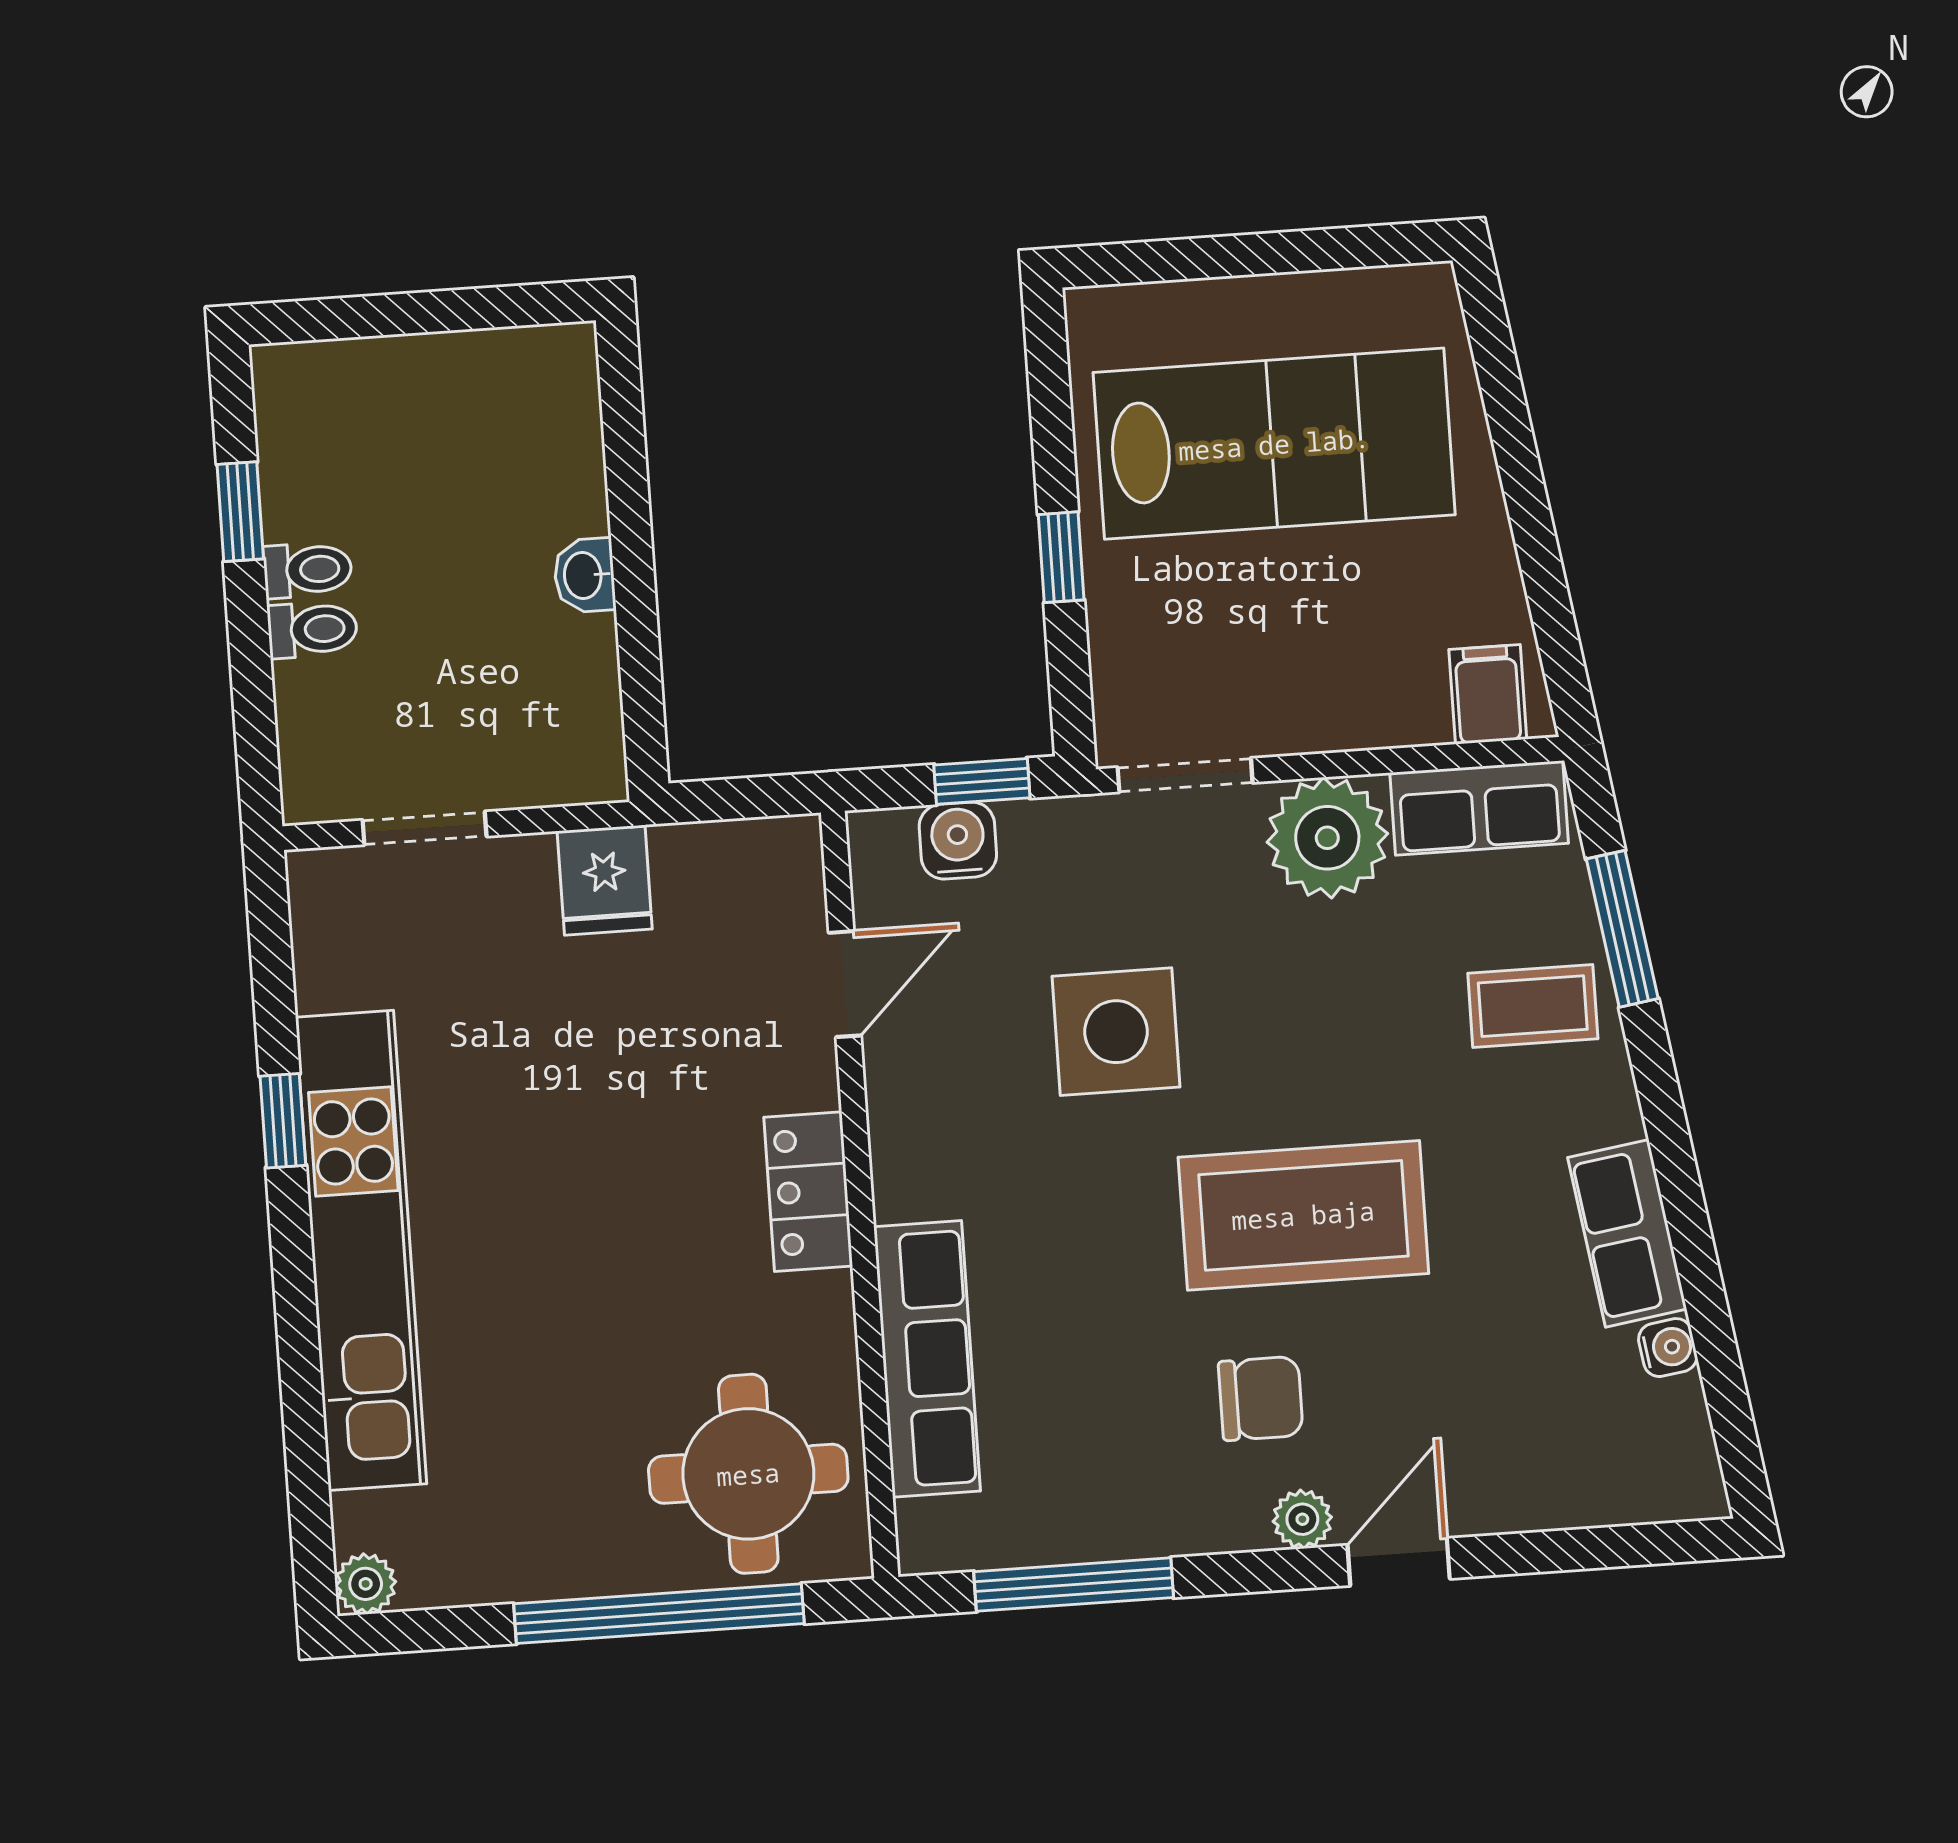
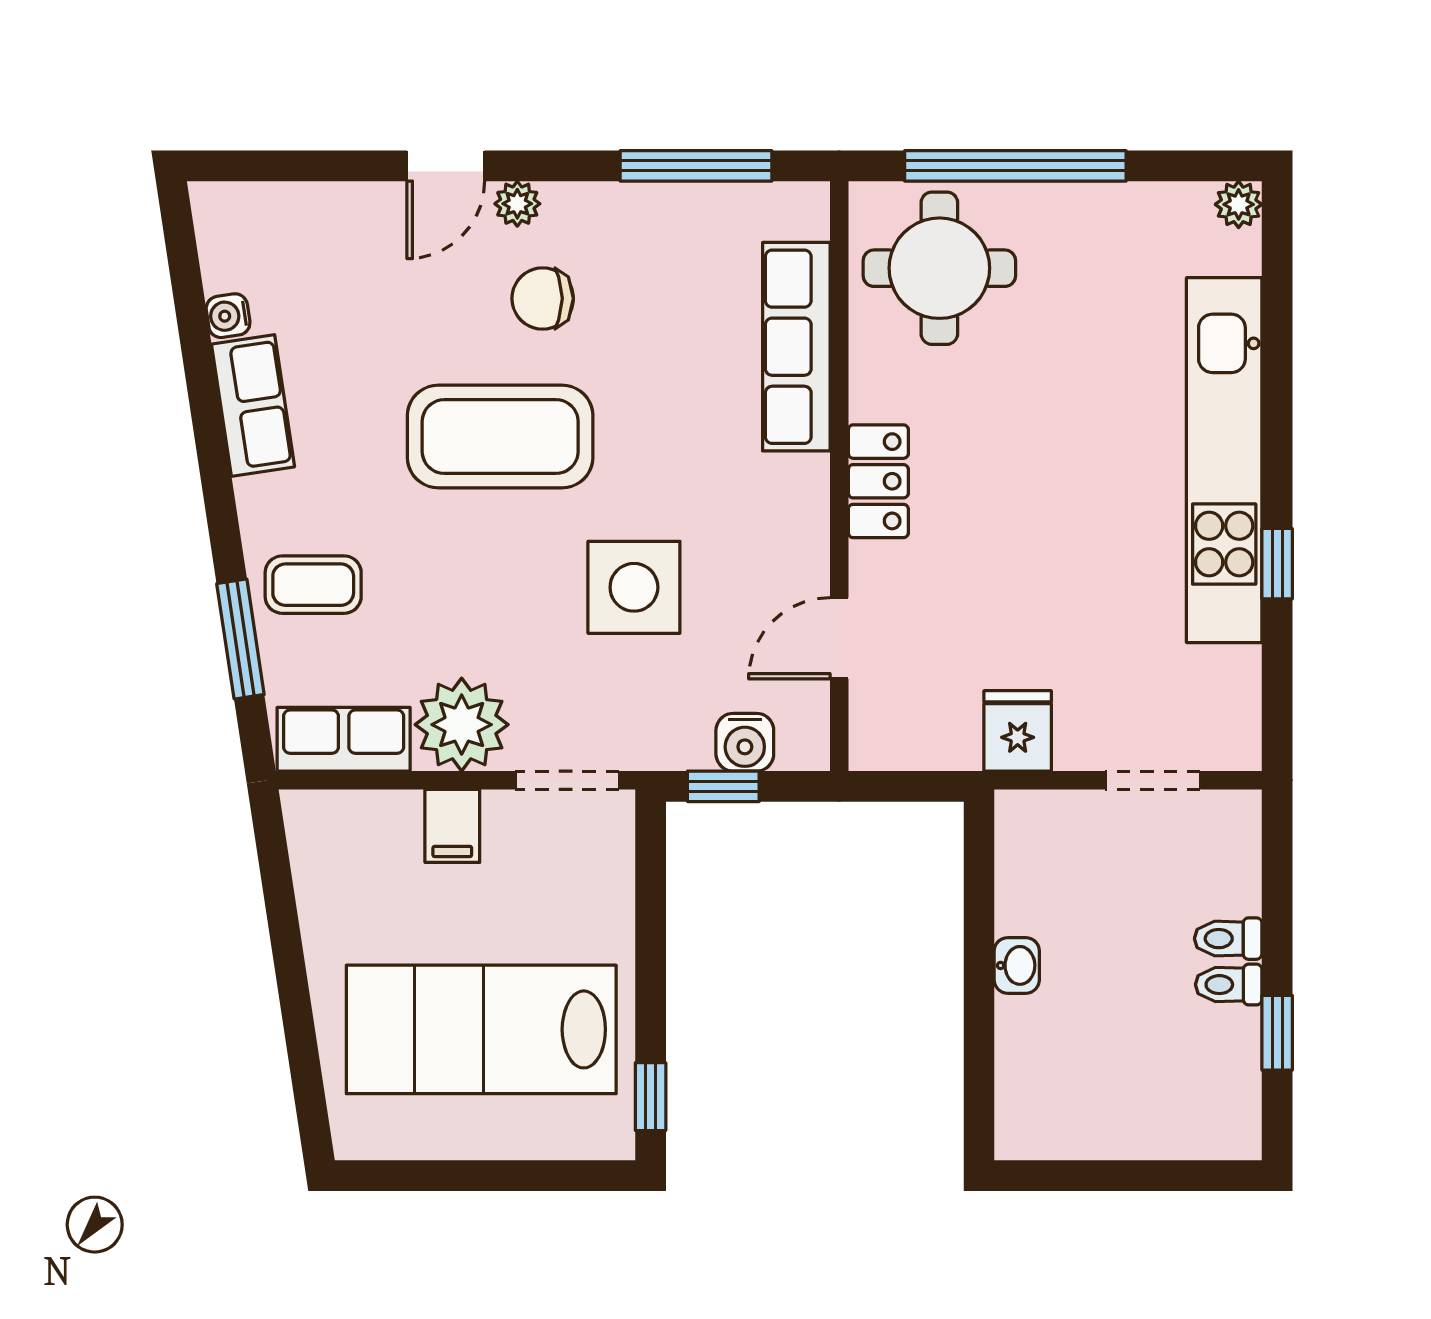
window: (1061, 557) -> (651, 1097), moved
filing cabinet: (1488, 694) -> (452, 826), moved

